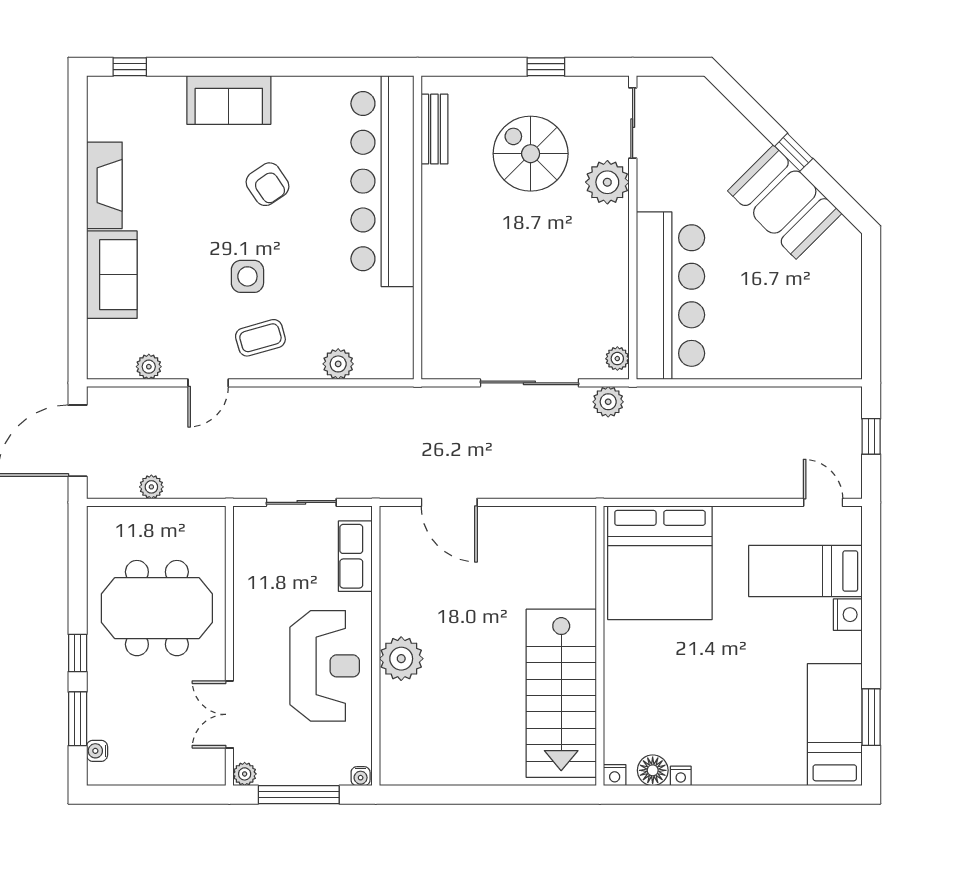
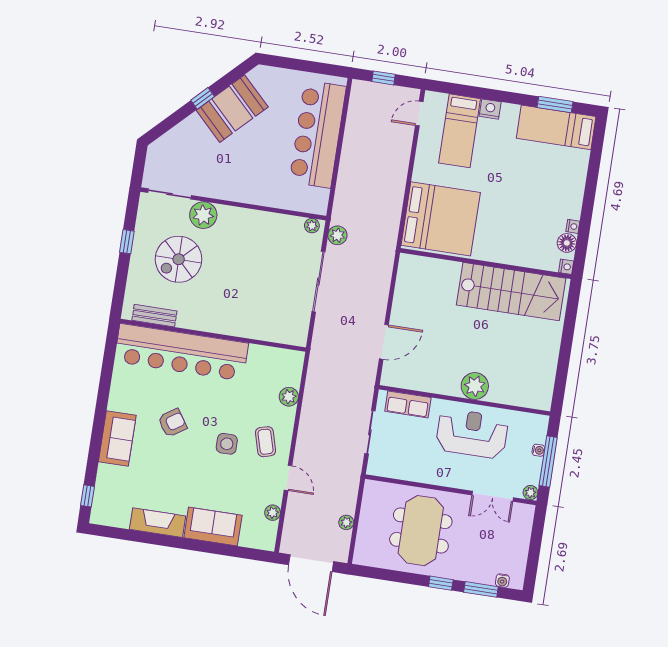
bar counter: (670, 296) -> (318, 134), moved, turned -90
water cooler: (361, 776) -> (538, 450), moved

